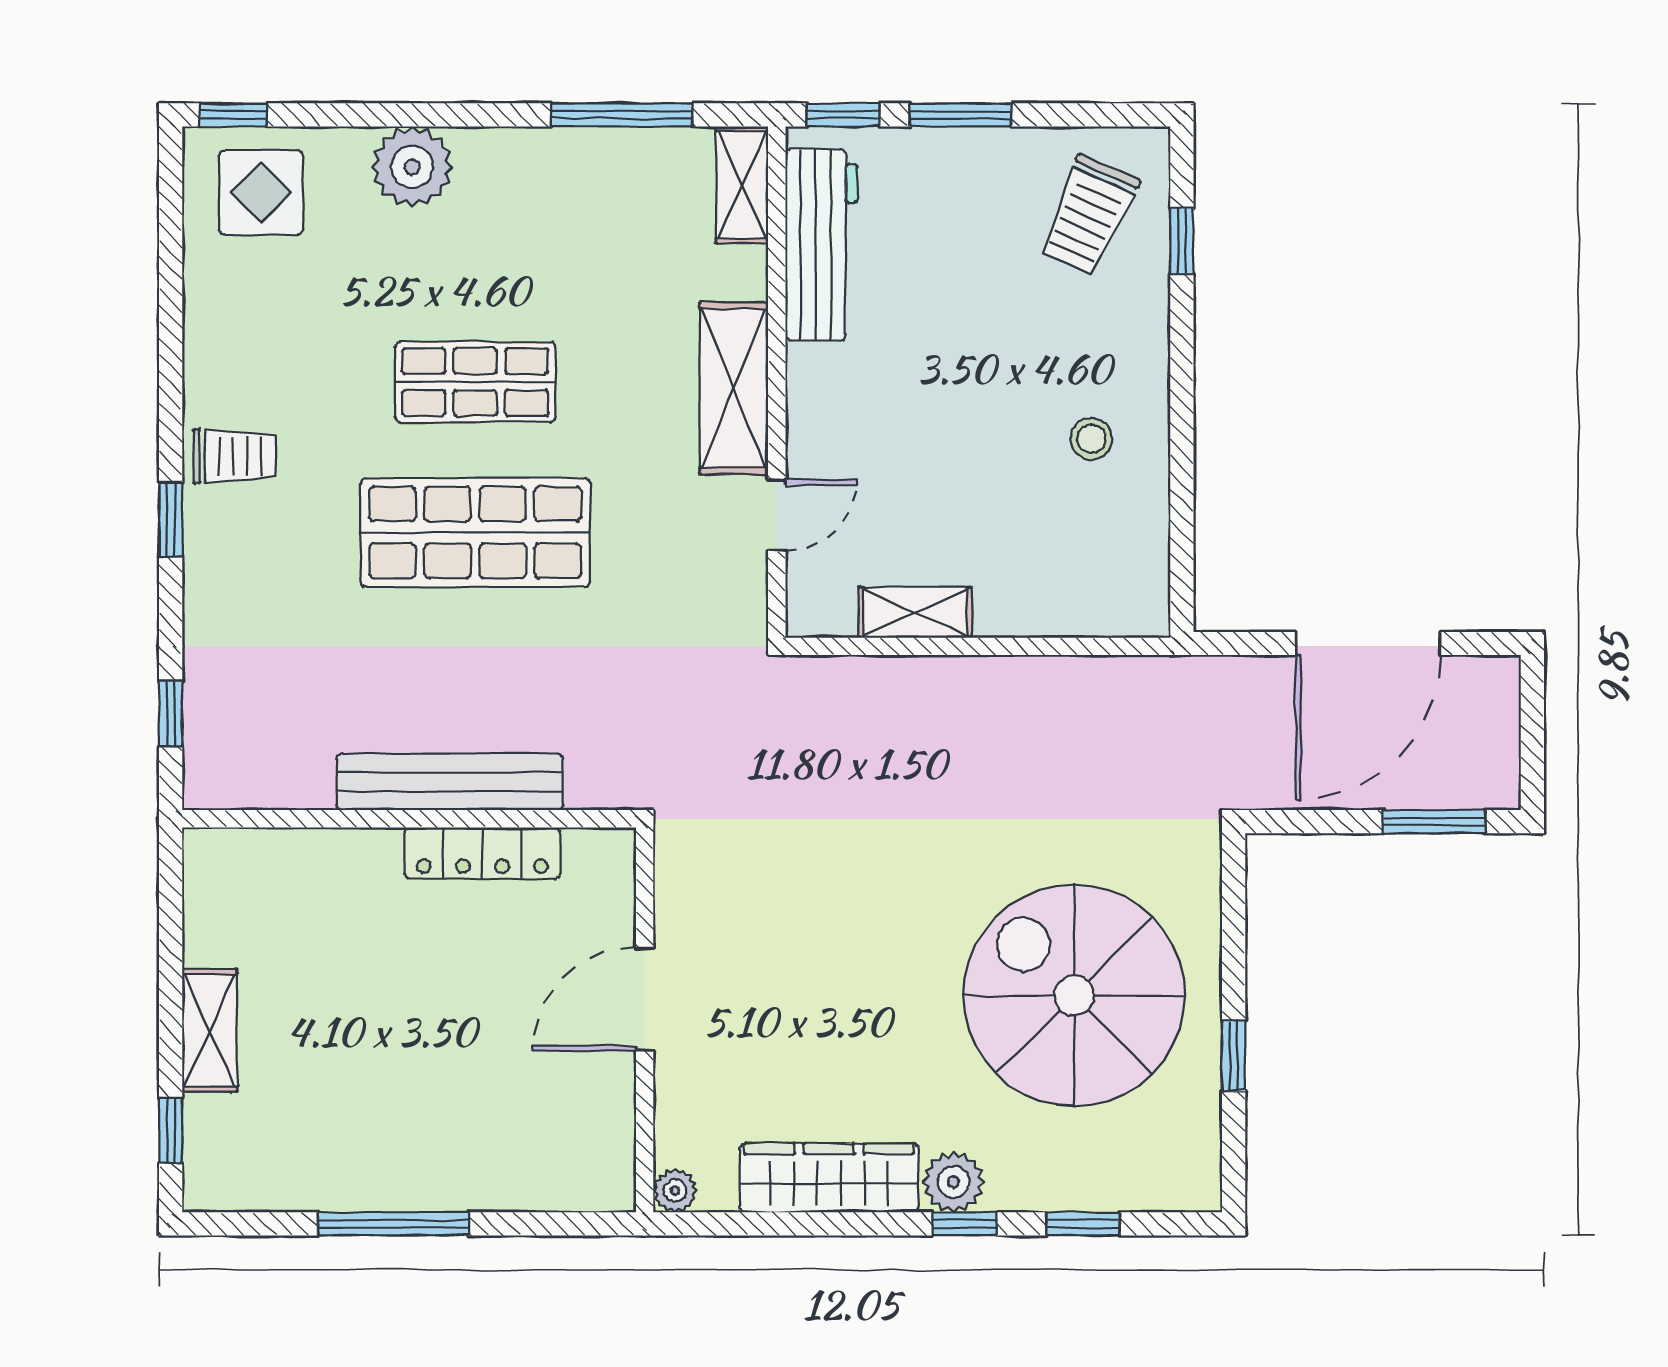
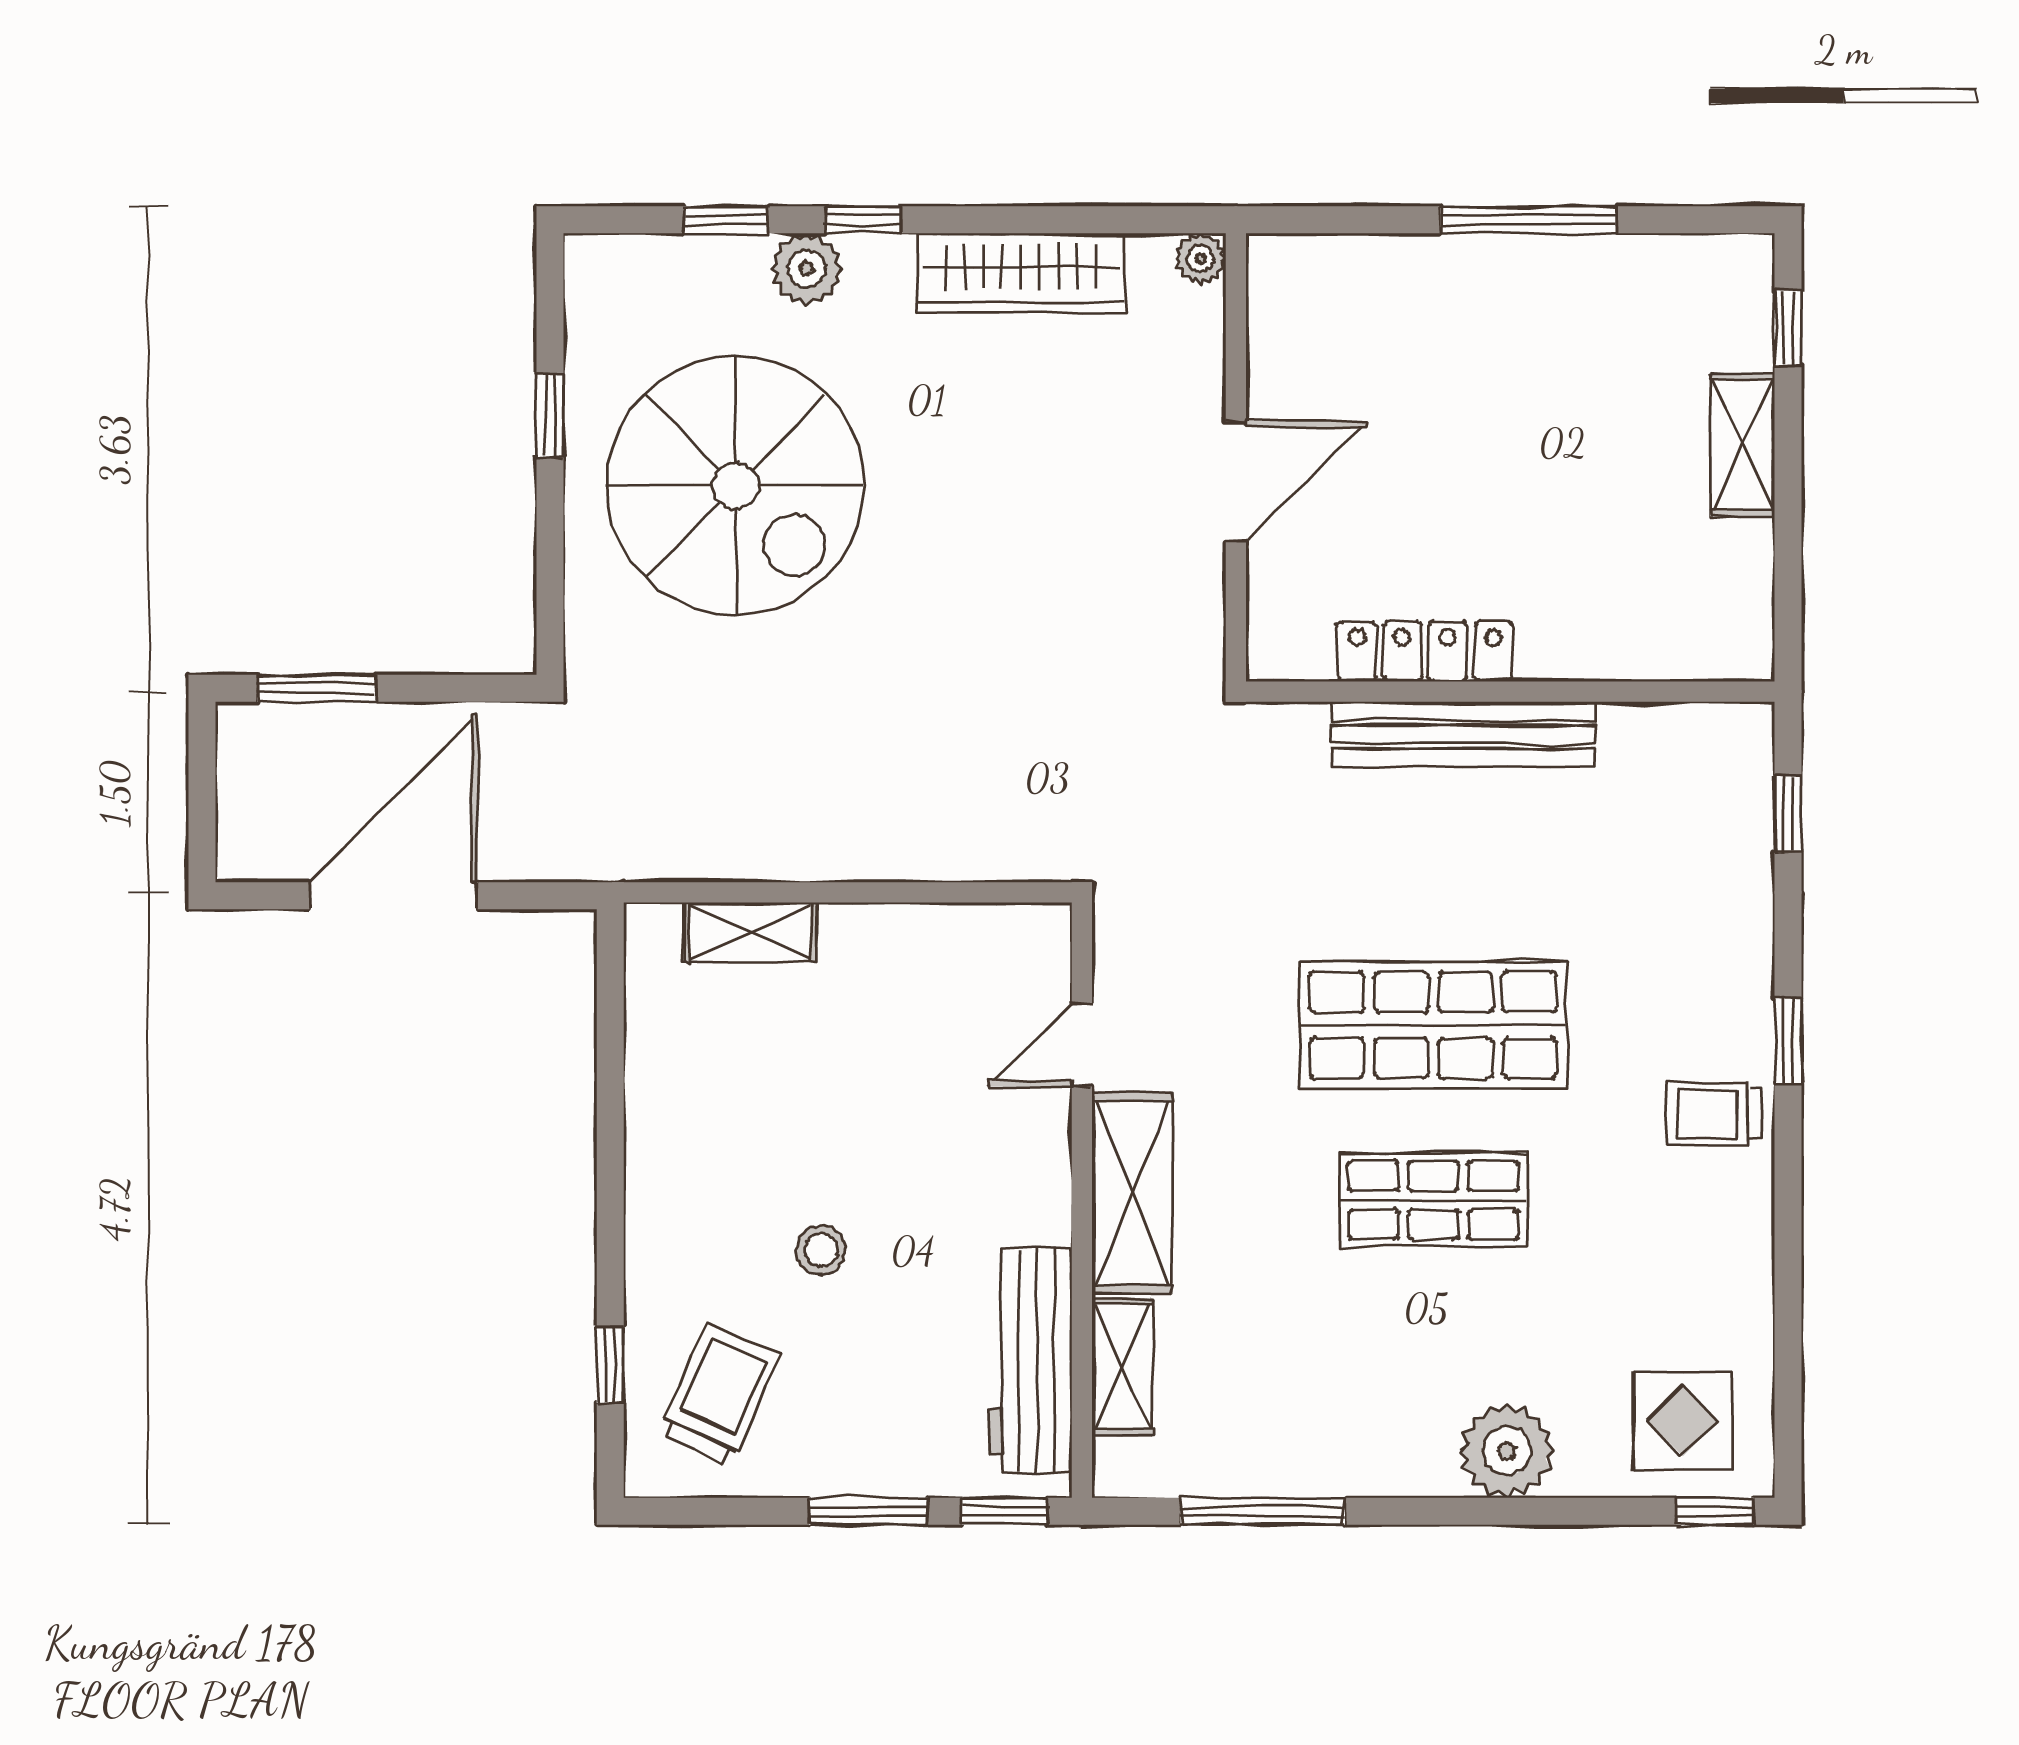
shelving: (742, 185) -> (1123, 1367), moved
stool: (1091, 439) -> (821, 1250), moved
shelving: (915, 612) -> (750, 932), moved
plant: (954, 1182) -> (806, 269), moved

